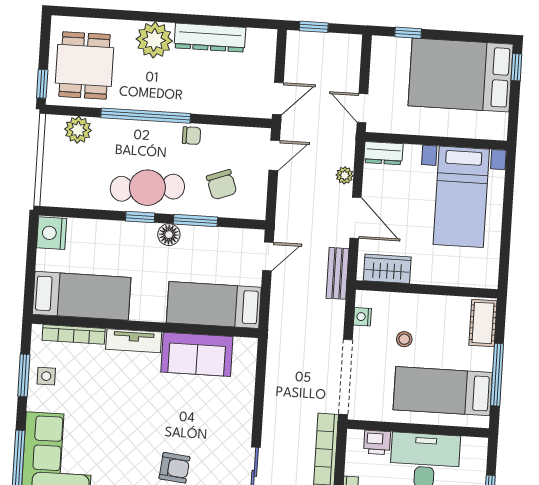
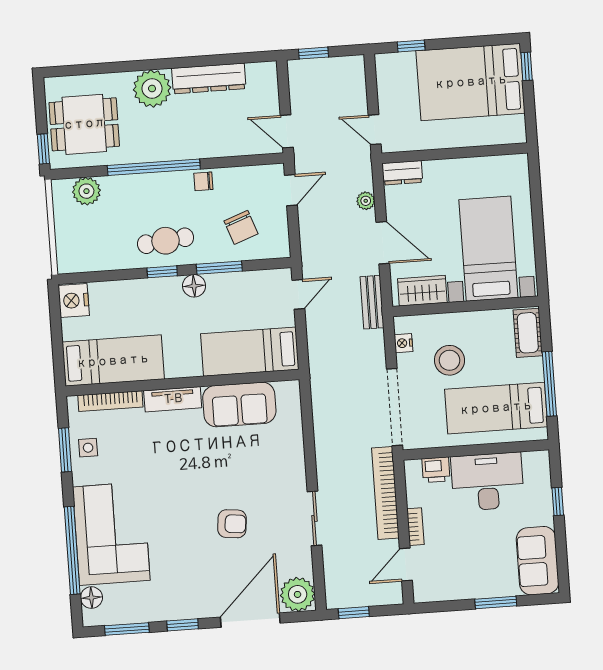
dining table: (85, 65) -> (84, 124), turned 90
door: (278, 98) -> (287, 131), swing flipped
chair: (191, 136) -> (203, 181), turned 180
cafe table: (147, 188) -> (166, 241), width x0.73, depth x0.74
bed with nightstands: (461, 197) -> (488, 249), moved, turned 180
stool: (404, 339) -> (449, 360), width x1.89, depth x1.89

